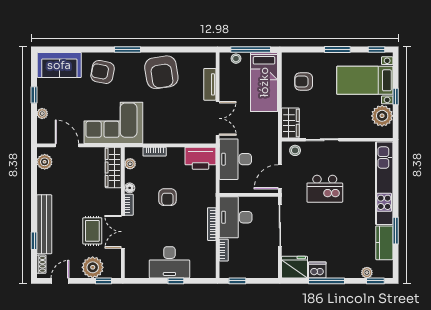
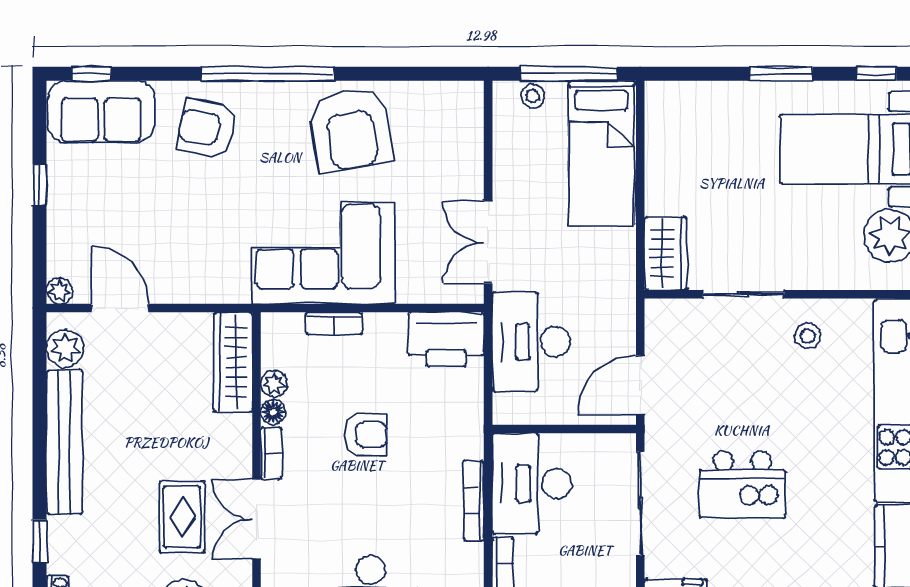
window: (55, 49) -> (91, 74), added
window: (127, 49) -> (268, 74), width x2.11
armchair: (304, 82) -> (698, 152), removed
tv unit: (210, 84) -> (469, 159), removed
plant: (42, 114) -> (60, 291), moved
double door: (218, 118) -> (488, 242), swing flipped
corner sofa: (113, 123) -> (323, 253), moved
stool: (295, 150) -> (808, 336), moved
plant: (130, 164) -> (274, 384), moved
kitchen island: (325, 189) -> (742, 485), moved
armchair: (167, 197) -> (365, 435), turned -90
bench: (44, 224) -> (64, 442), moved

